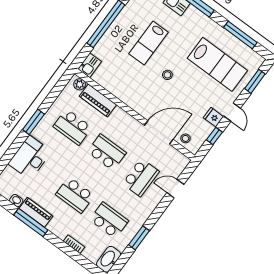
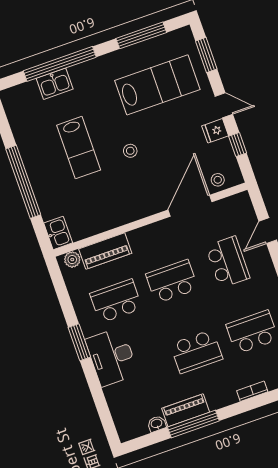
school desk: (73, 127) -> (116, 301), turned 180
desk: (30, 158) -> (112, 357), moved

